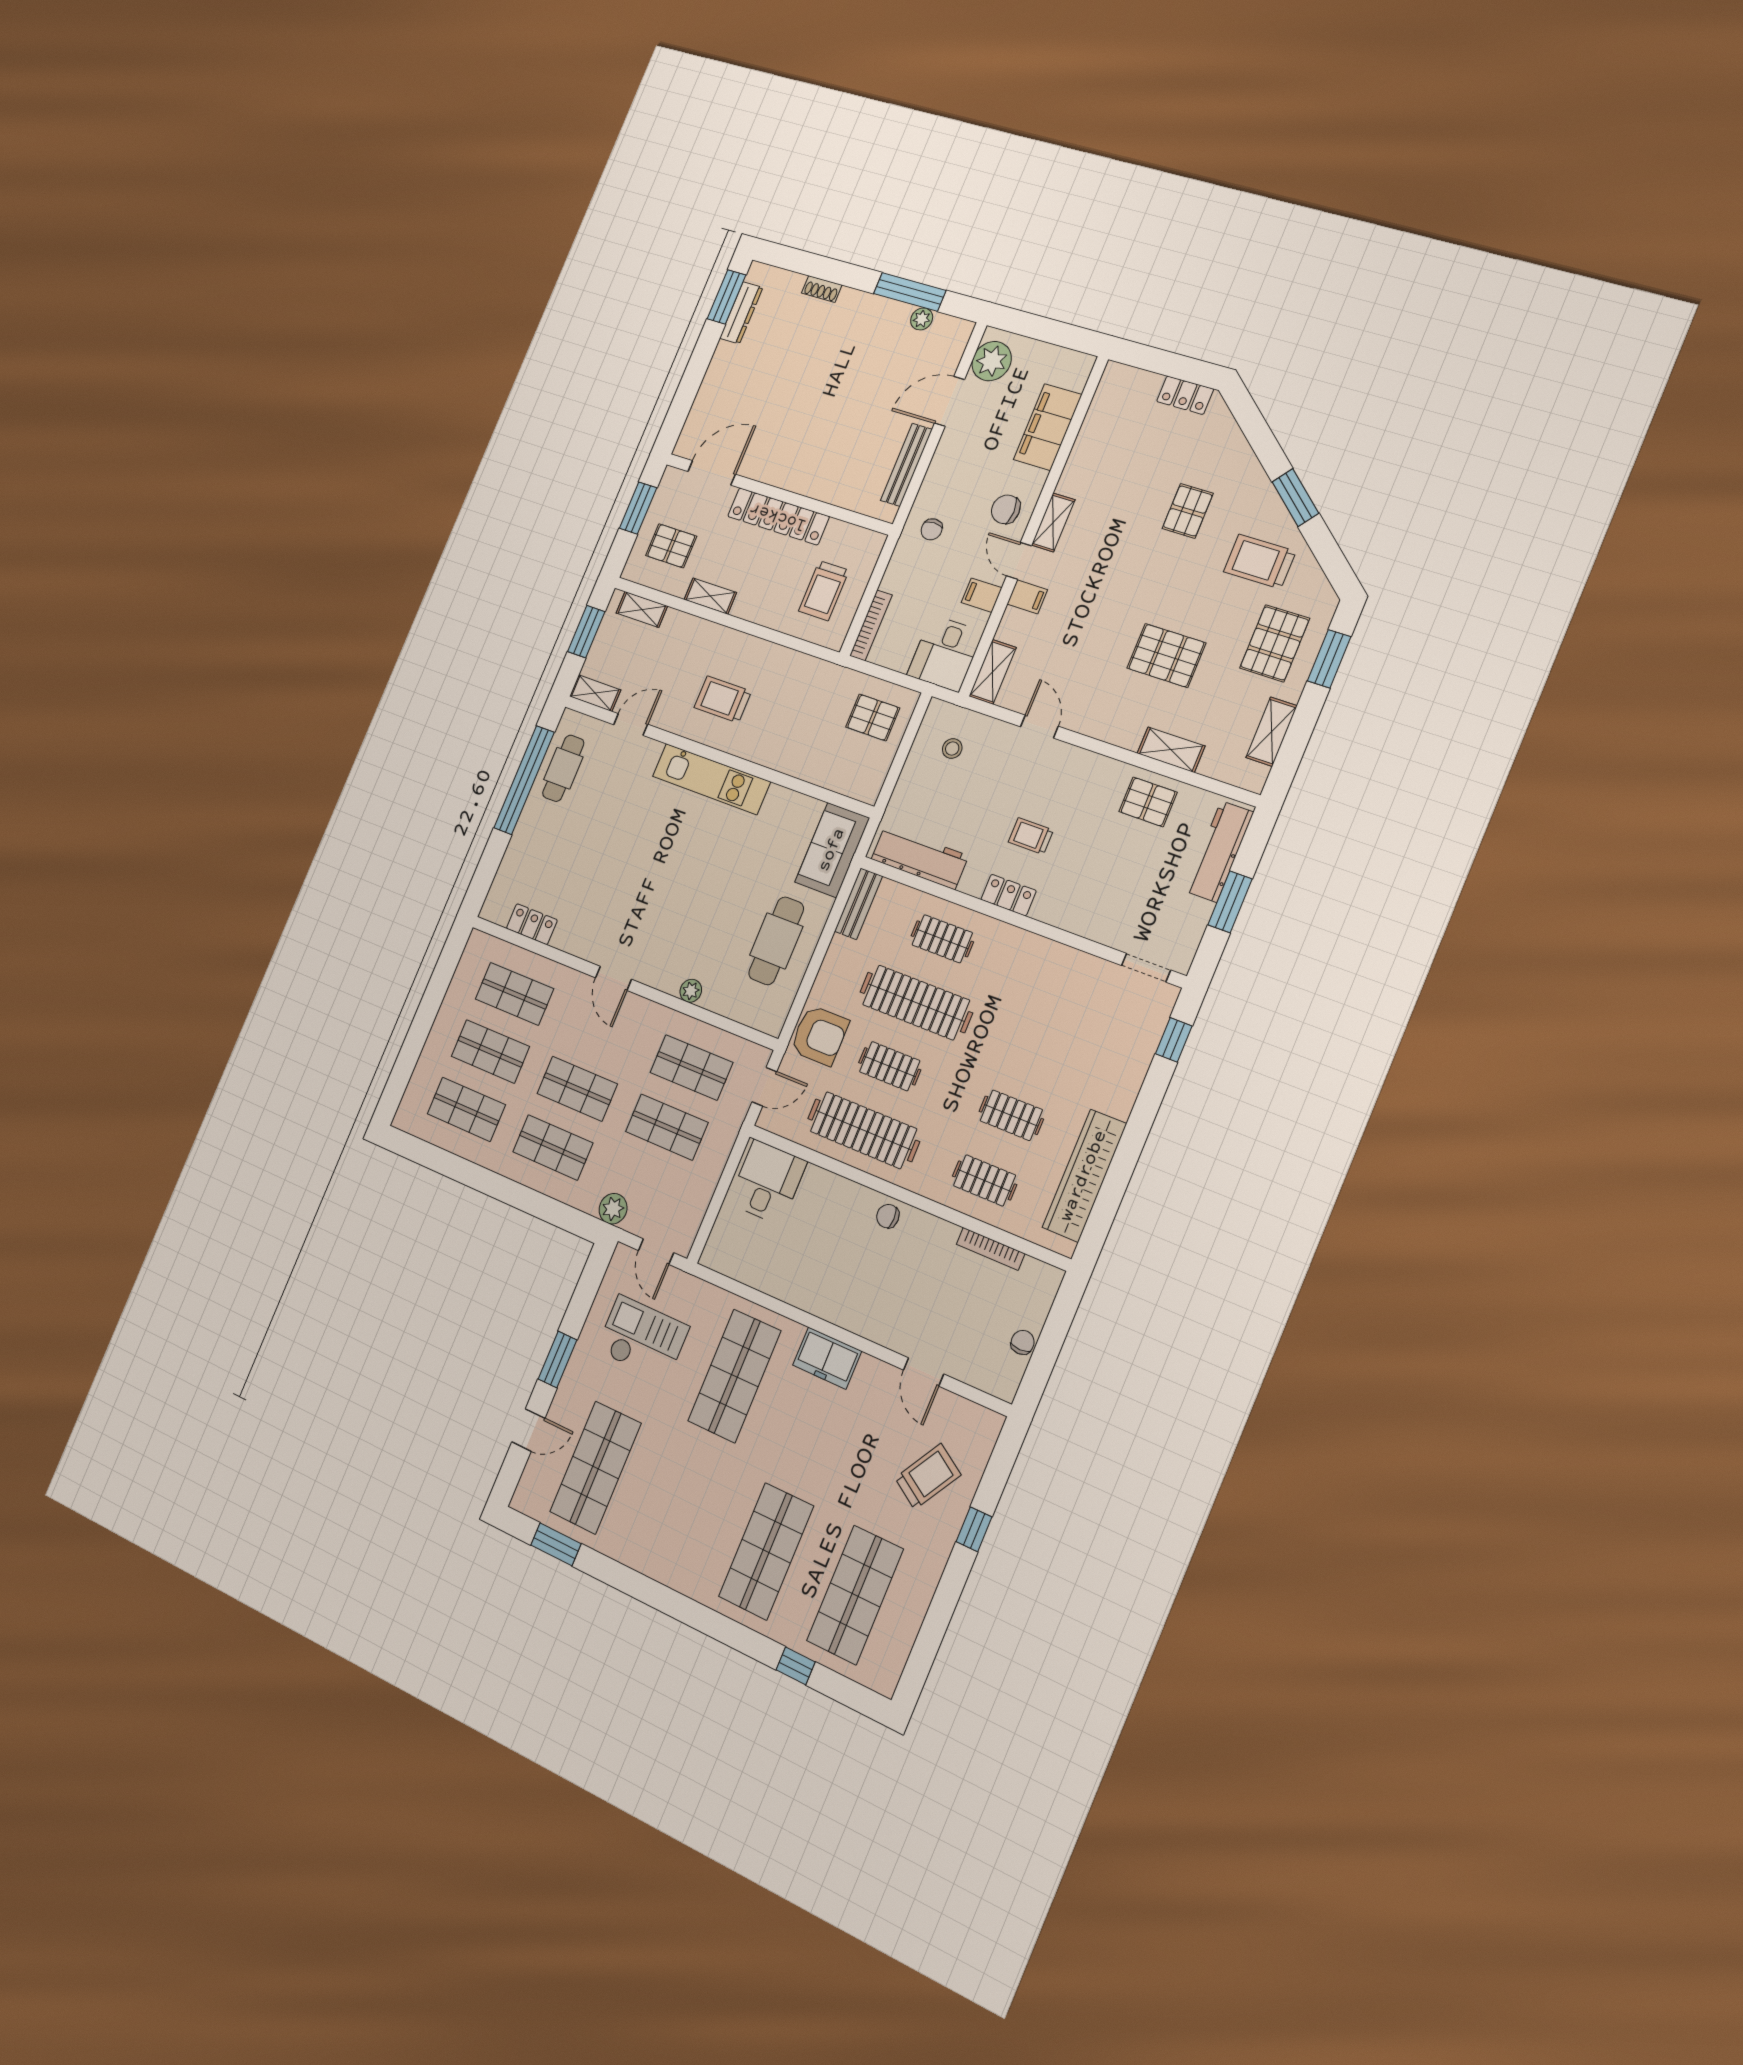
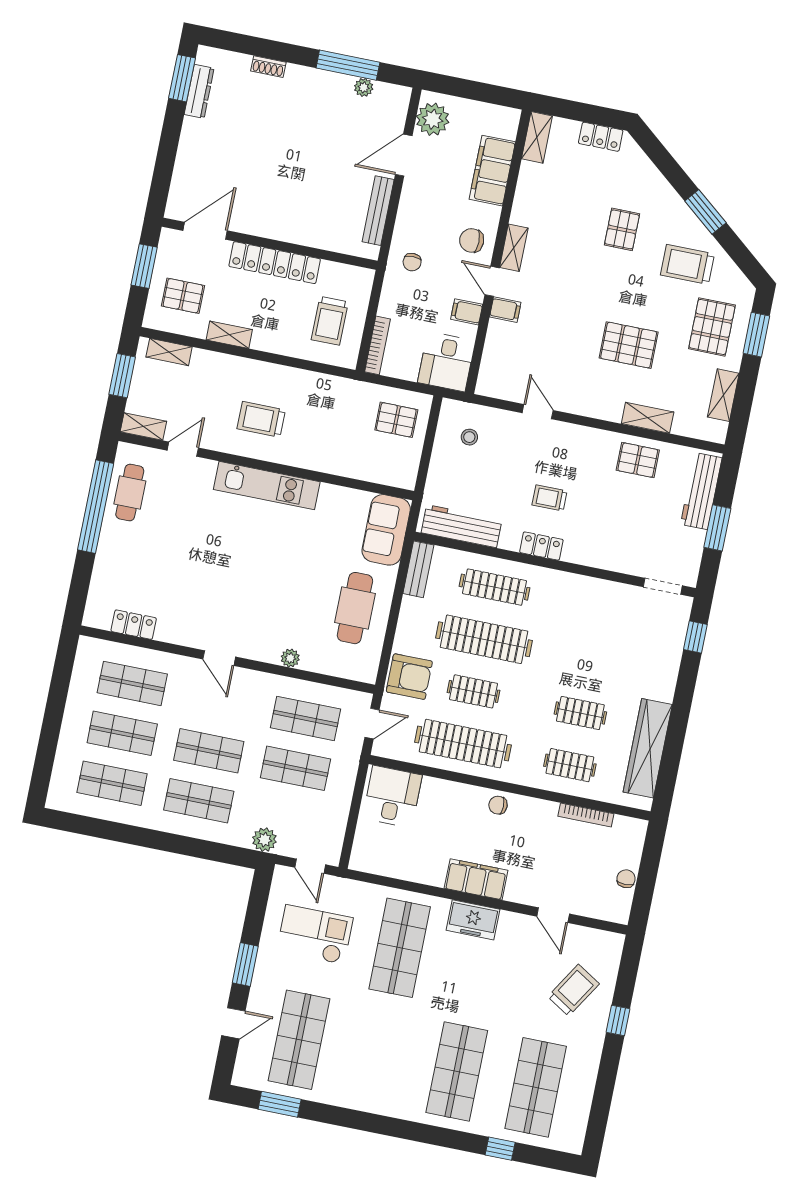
shelving: (993, 672) -> (537, 137), moved
clothes rail: (942, 939) -> (495, 587), width x1.36
filing cabinet: (842, 1306) -> (476, 879), added

